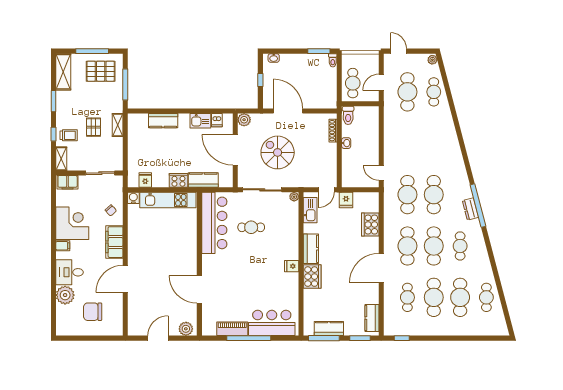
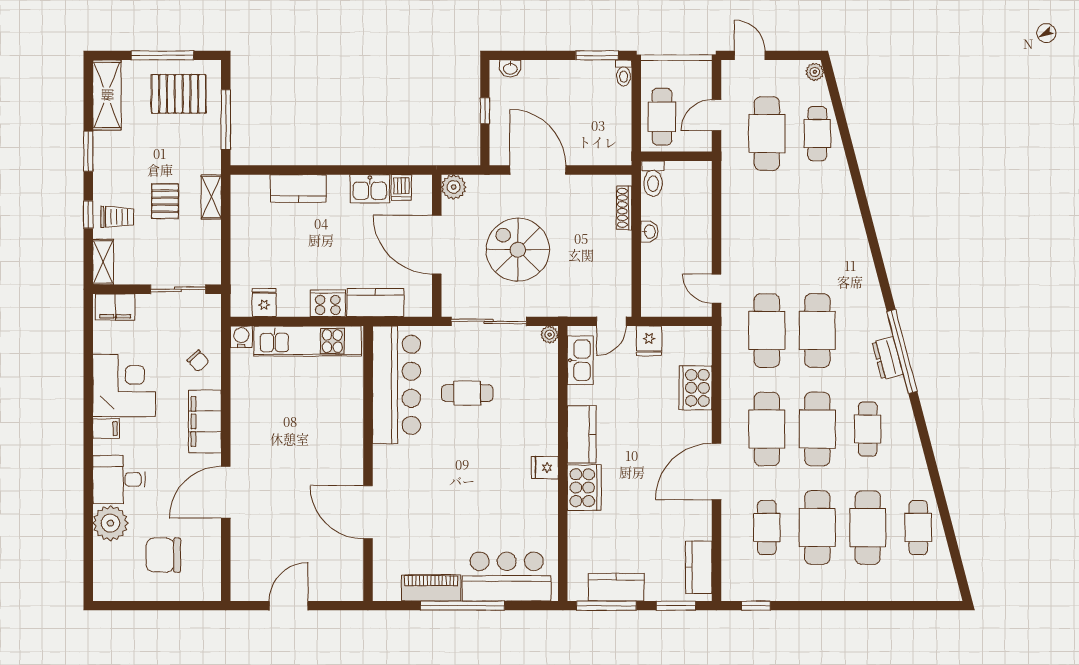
plant: (186, 329) -> (342, 588), removed

